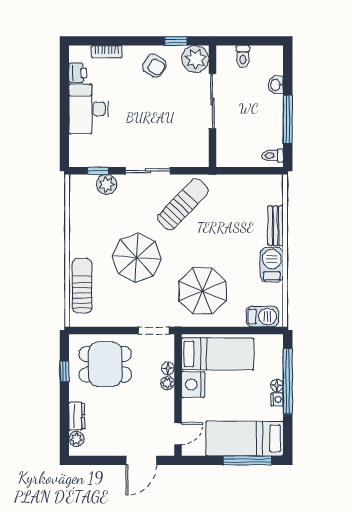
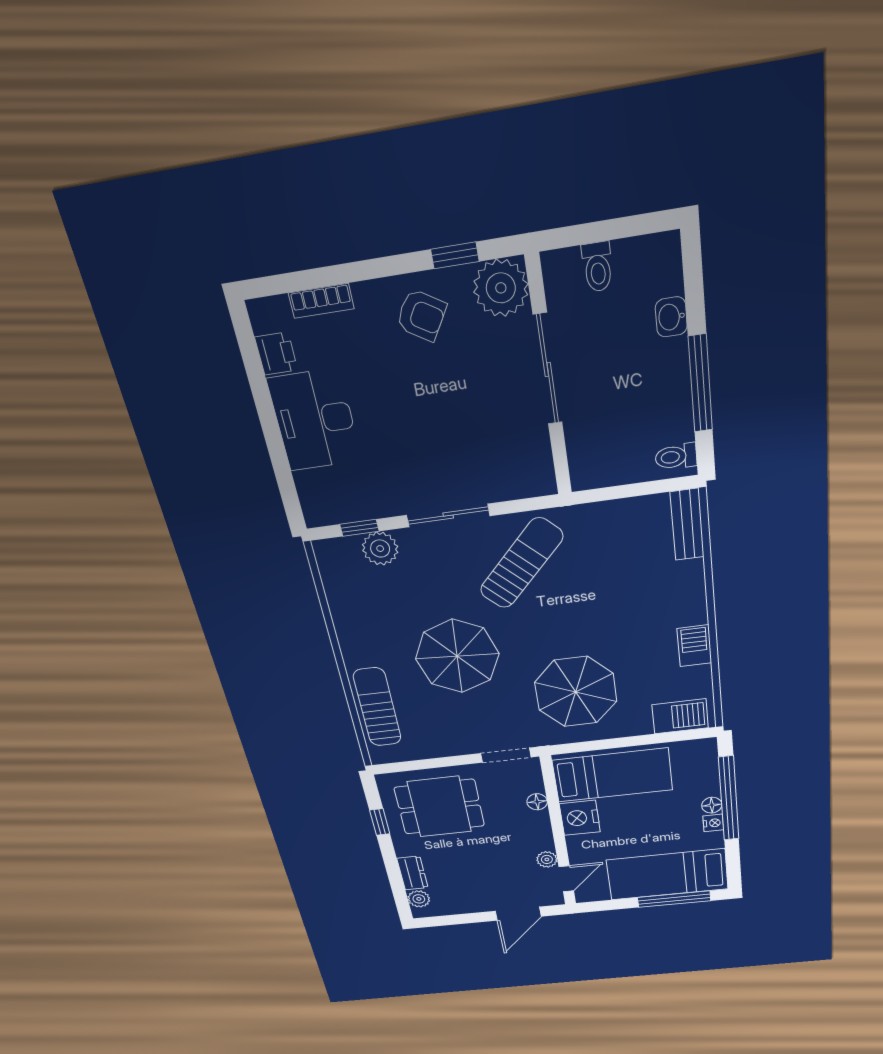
bench: (276, 226) -> (687, 525), moved
barbecue: (272, 265) -> (694, 646), width x0.73, depth x0.79
plant: (167, 383) -> (547, 859), moved

